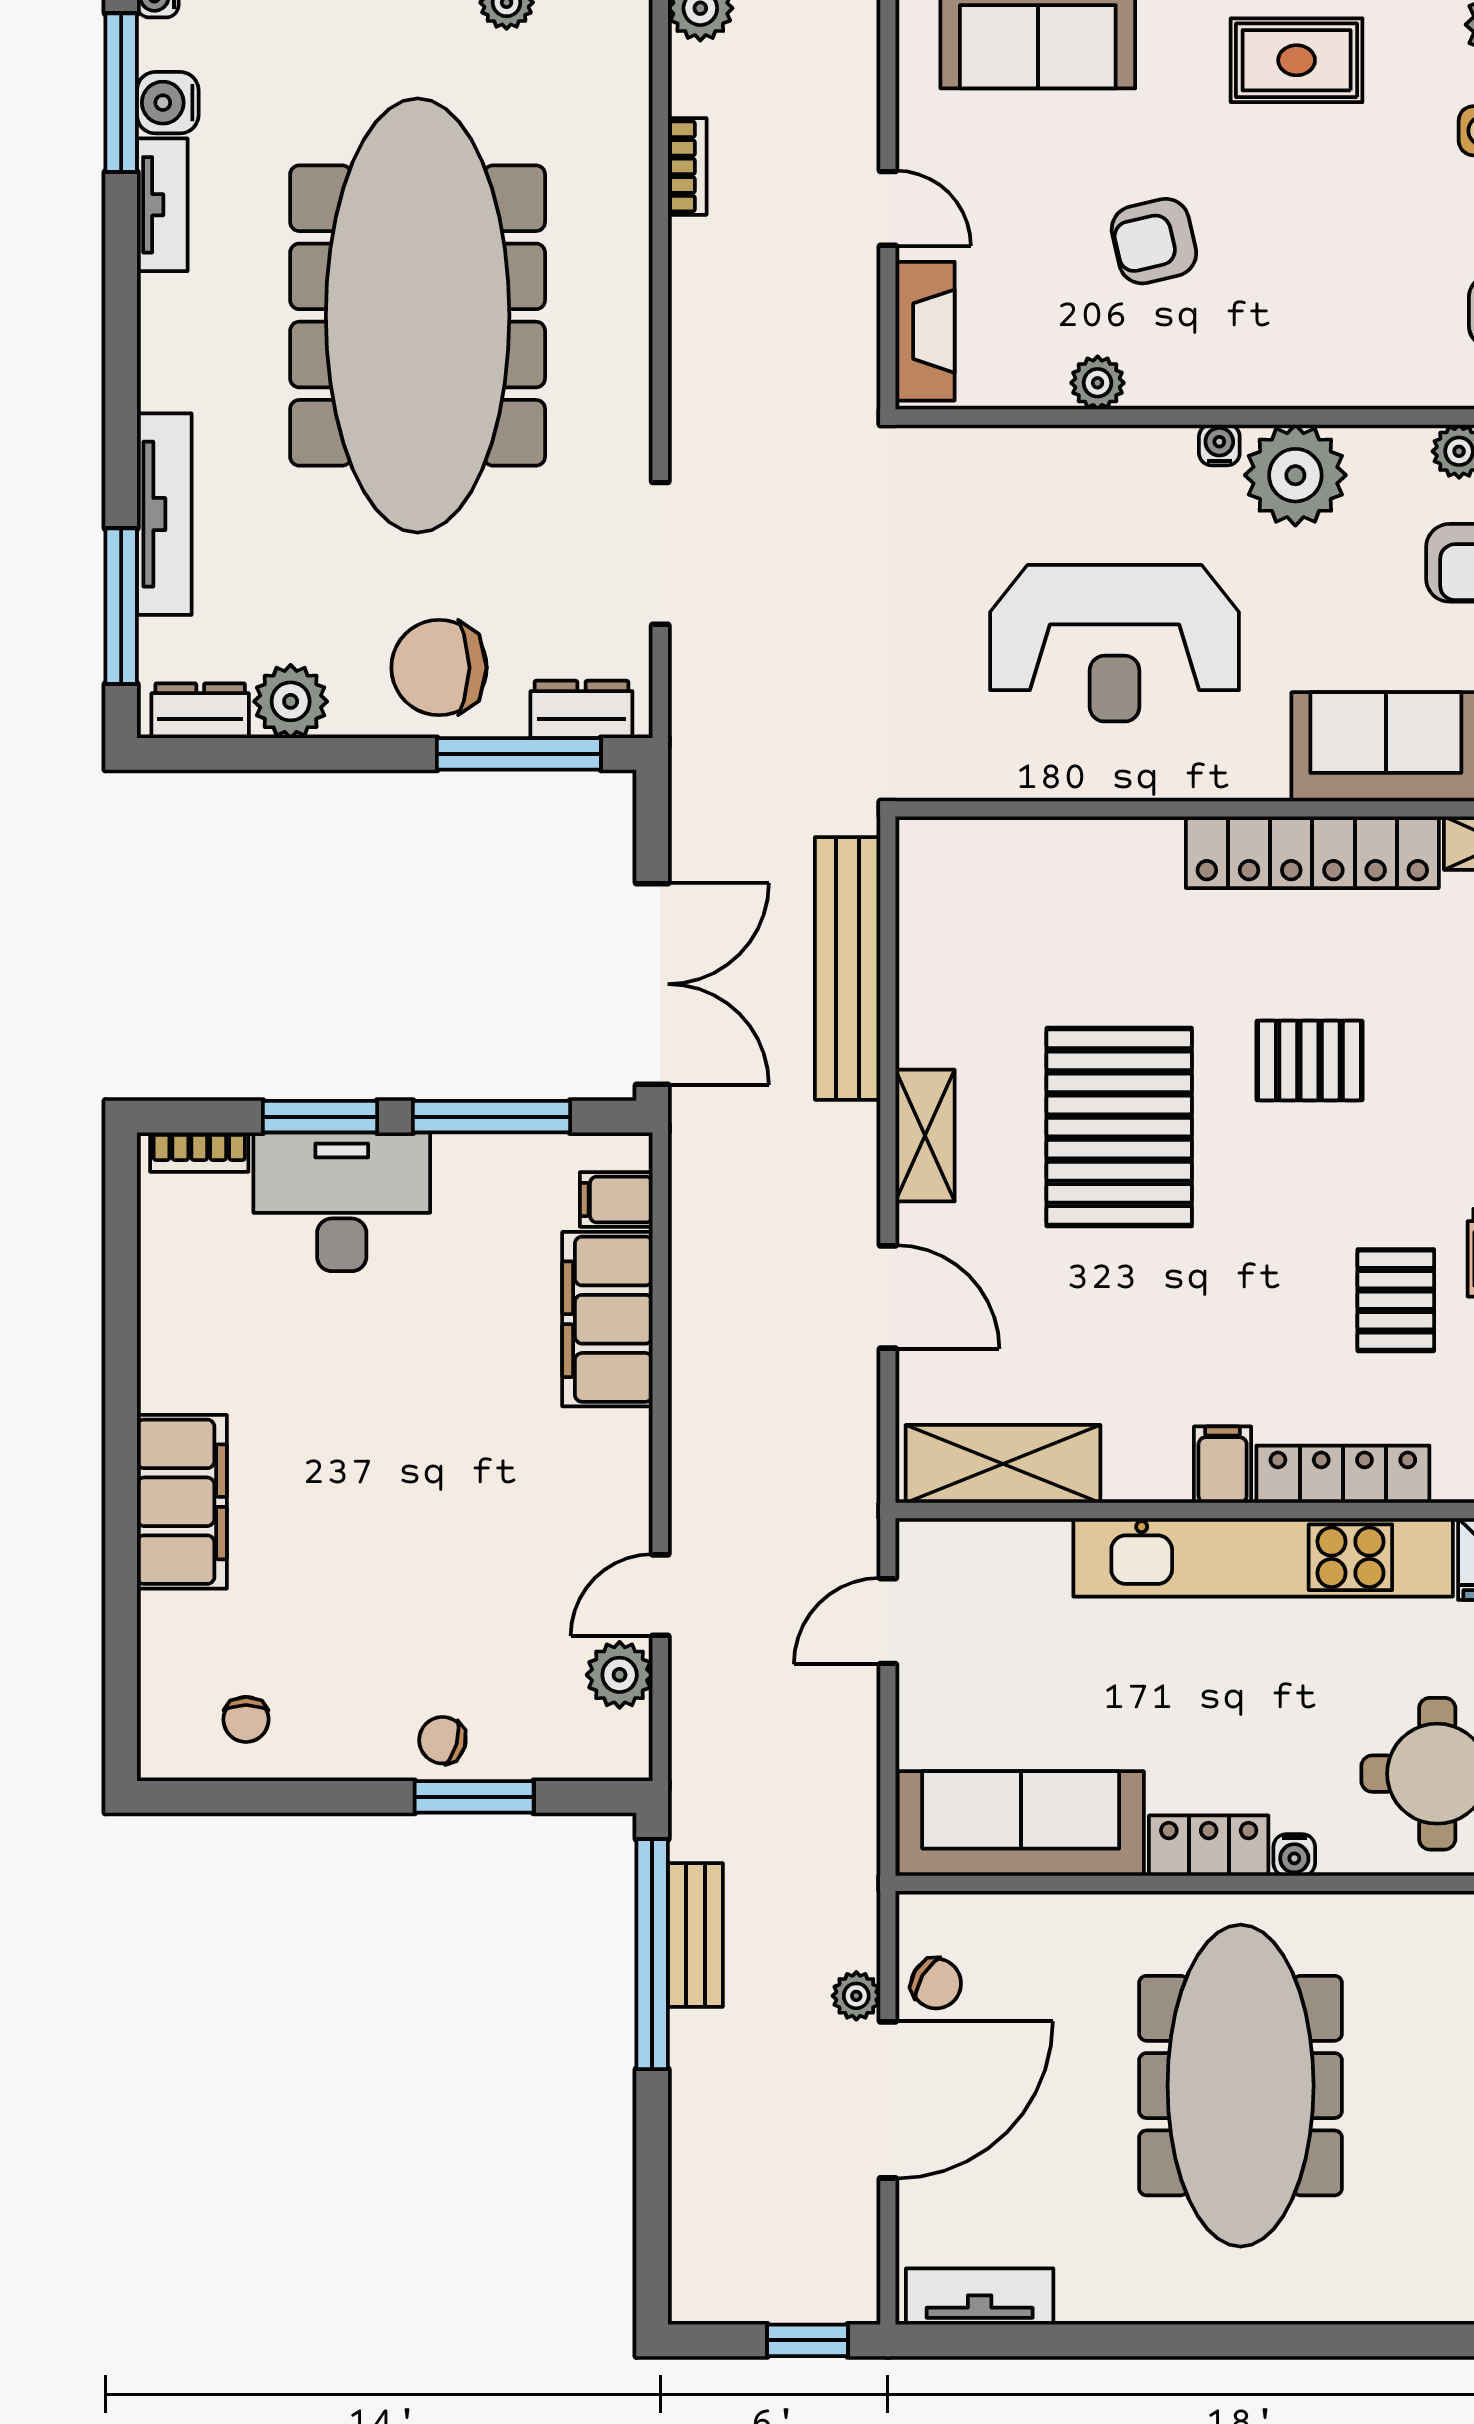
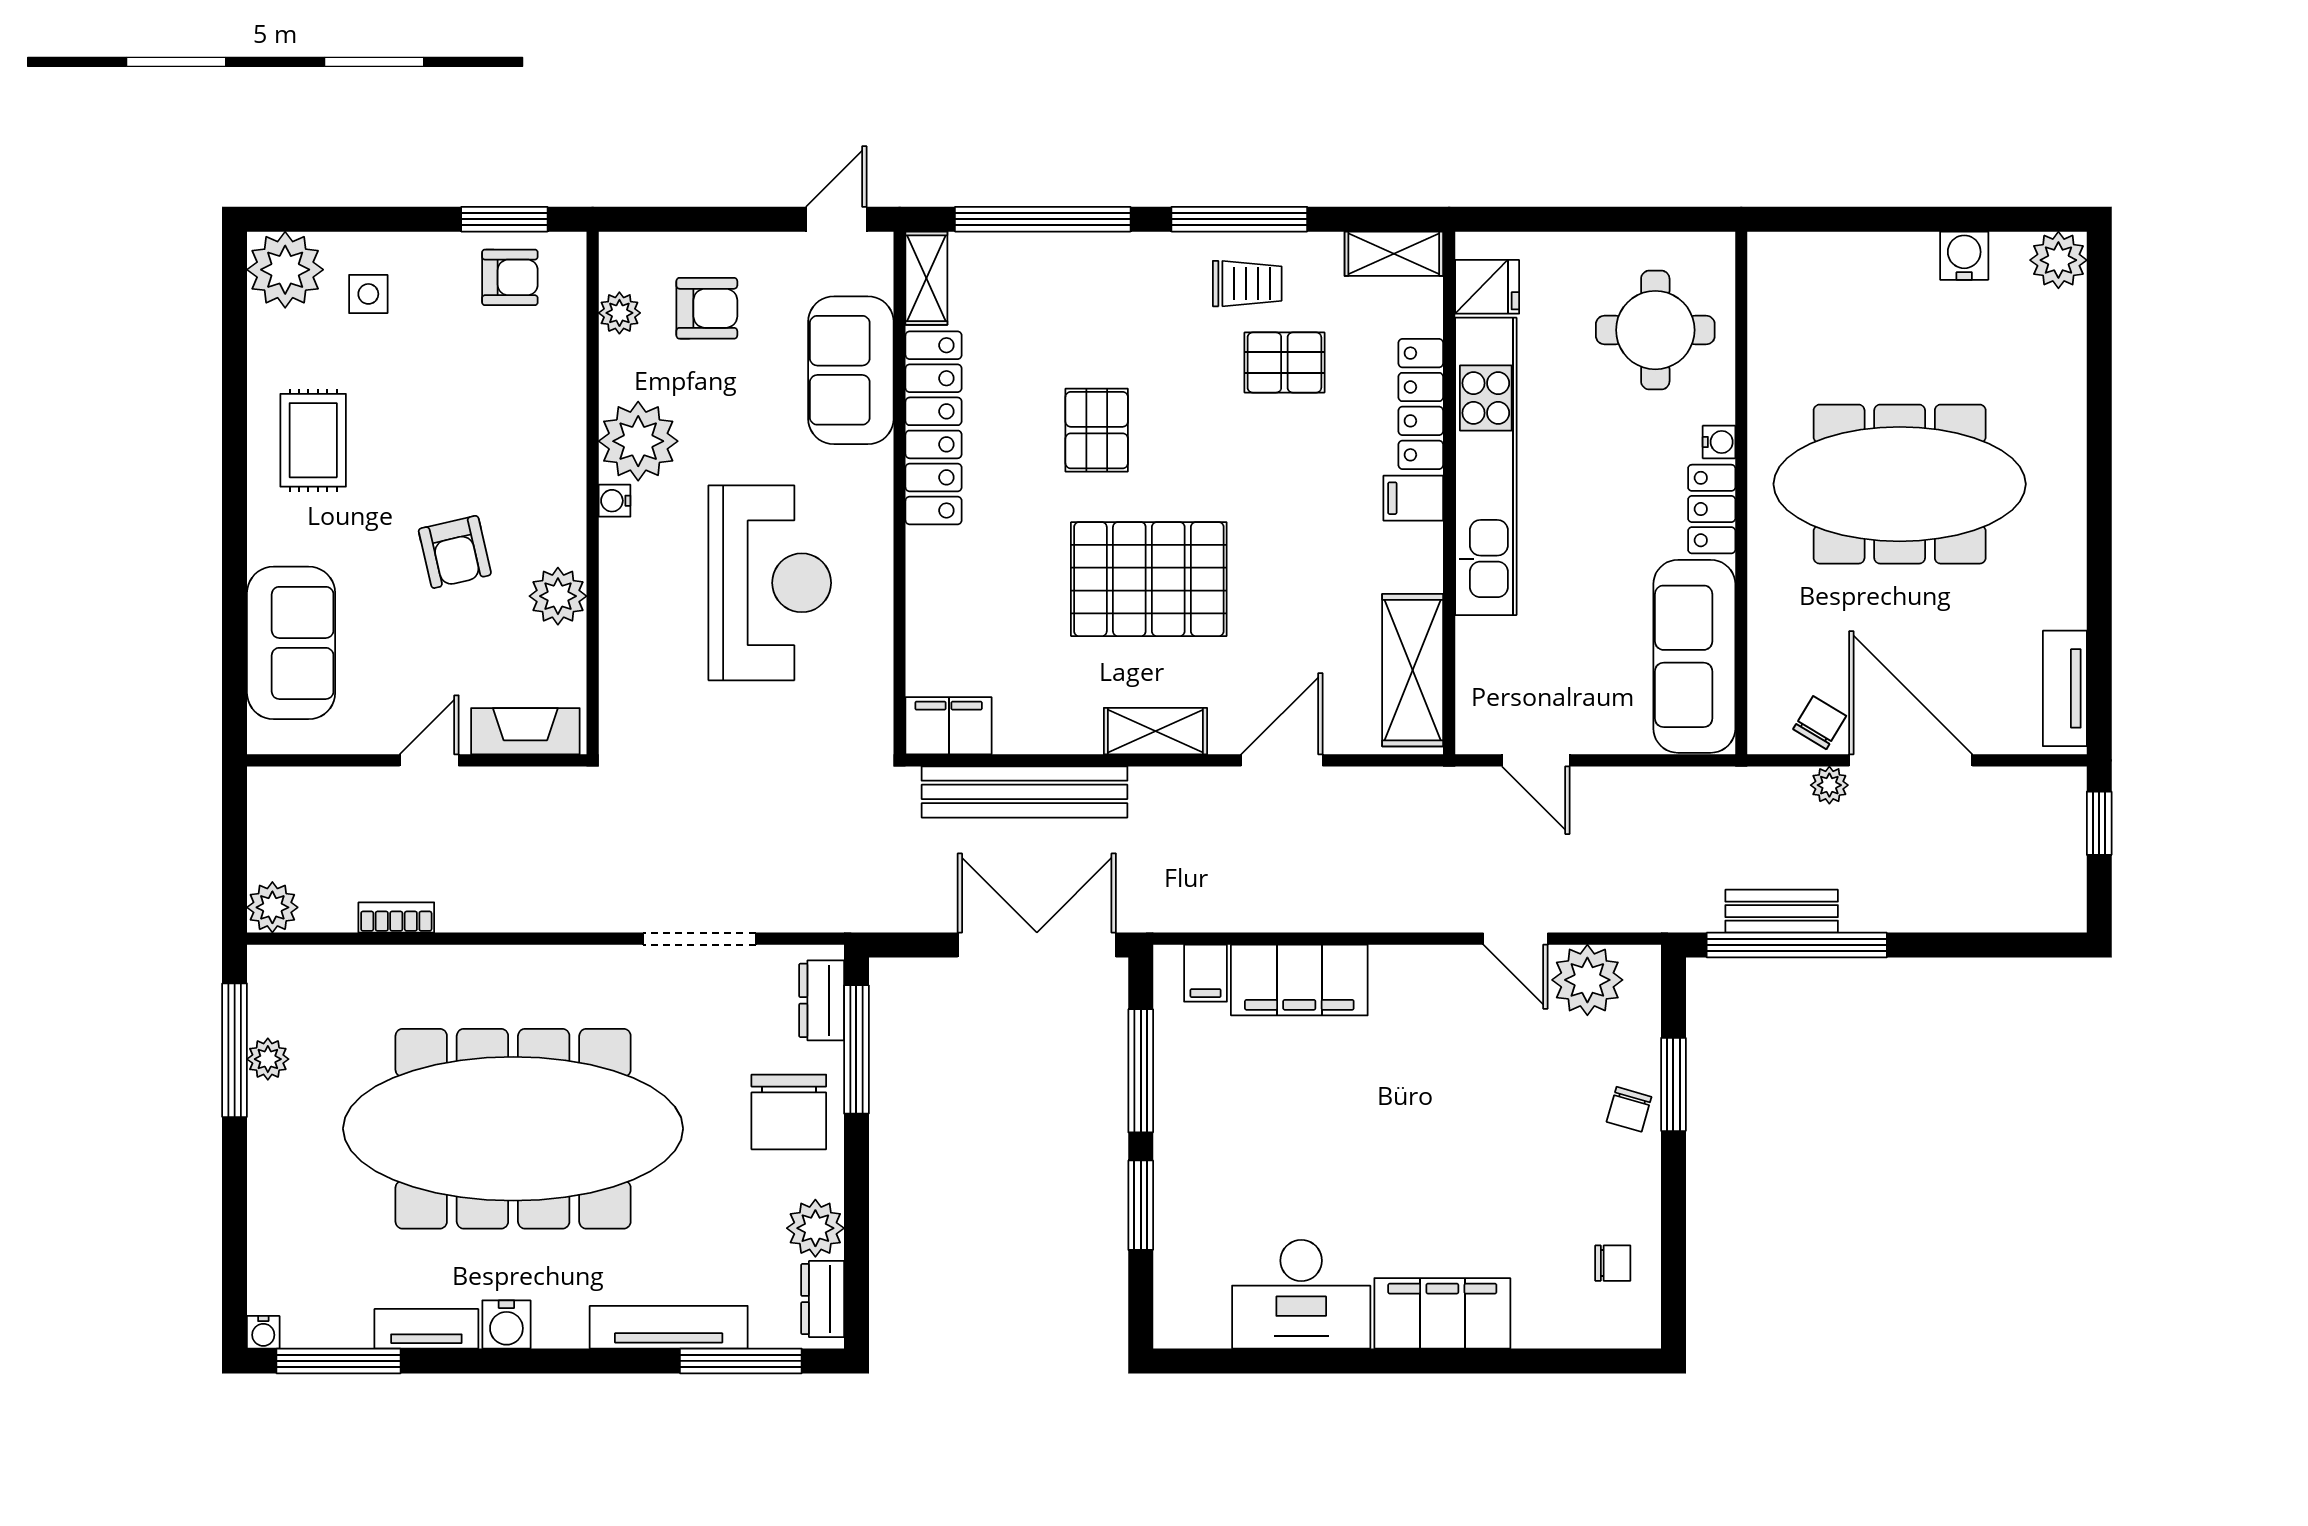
water cooler: (168, 103) -> (506, 1324), moved
plant: (1098, 383) -> (558, 596), width x1.38, depth x1.38
filing cabinet: (932, 871) -> (949, 726), added
bookcase: (199, 1152) -> (1168, 1300), removed
desk: (342, 1202) -> (1301, 1294), moved, turned -90
plant: (620, 1675) -> (1587, 980), width x1.36, depth x1.36

